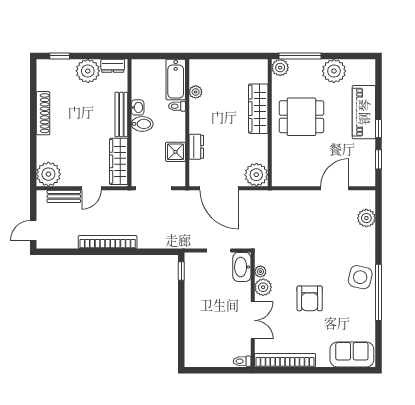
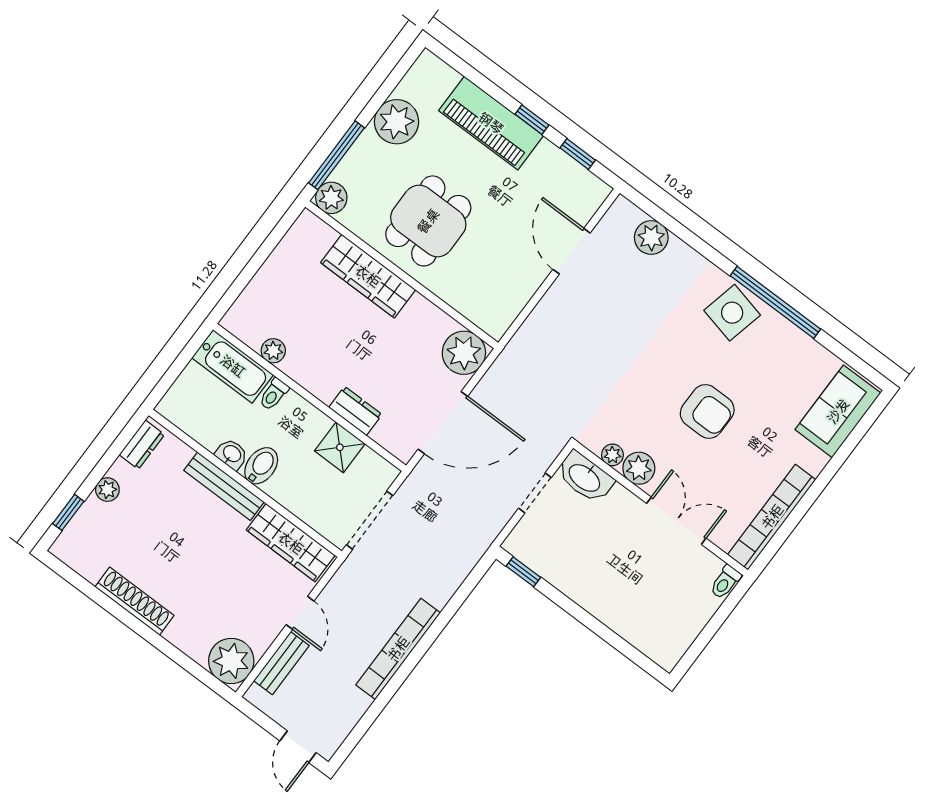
plant: (88, 71) -> (107, 490), width x0.53, depth x0.53

